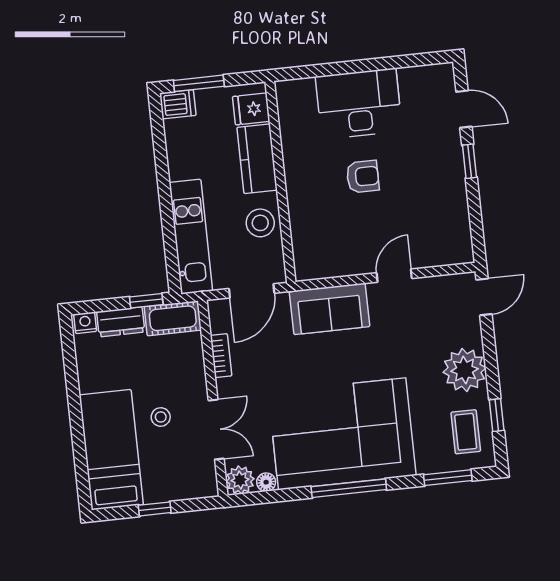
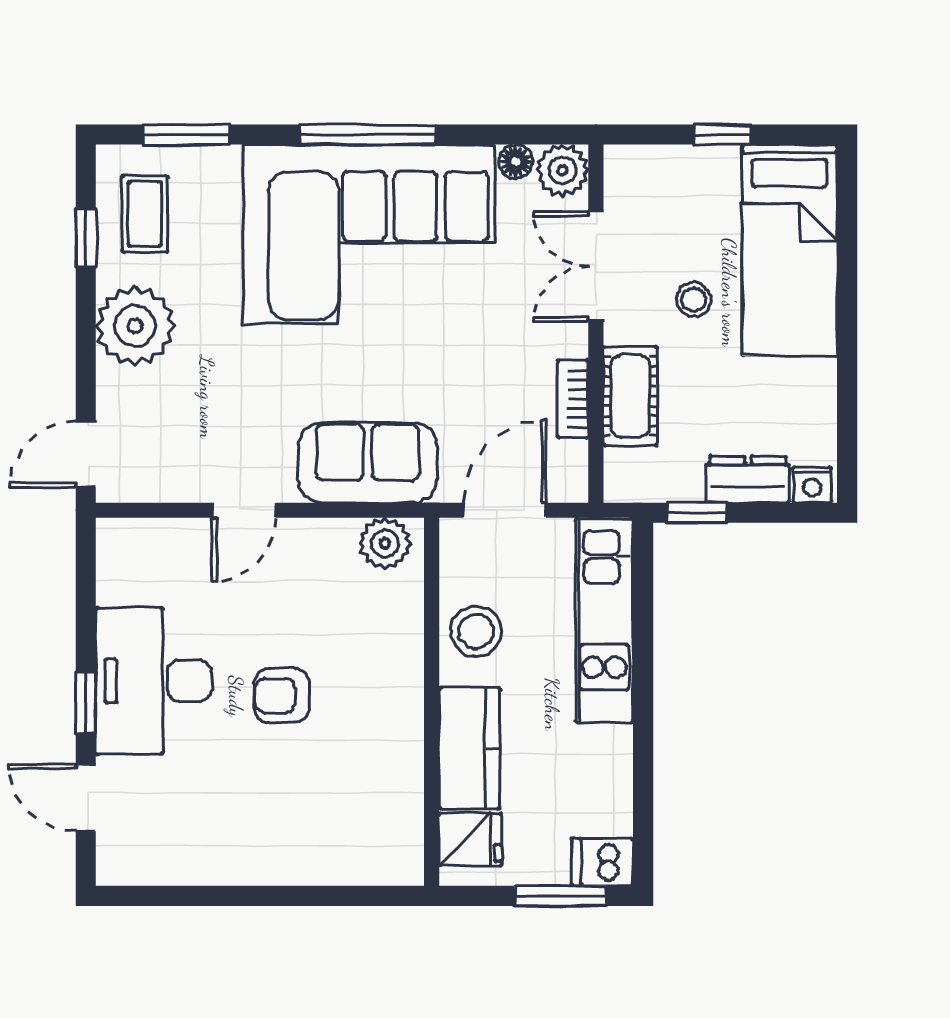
desk: (359, 104) -> (154, 681), moved, turned 90
plant: (315, 266) -> (385, 543), added
cot: (173, 318) -> (630, 396), moved, turned 90

